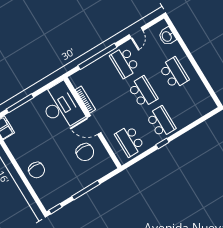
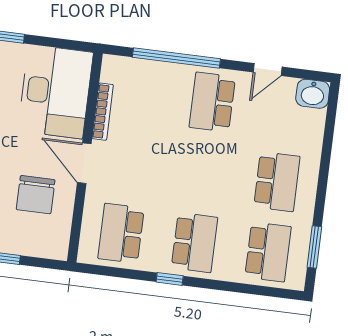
washbasin: (167, 36) -> (313, 94), moved, turned -90
window: (208, 87) -> (314, 247), added
school desk: (143, 92) -> (268, 252), moved

